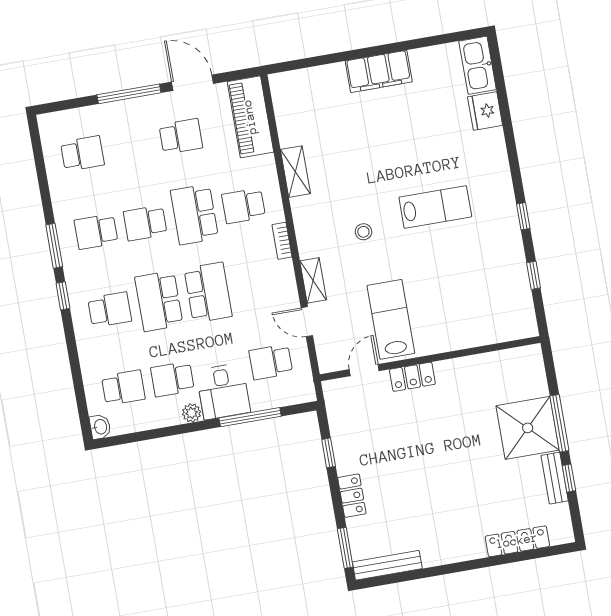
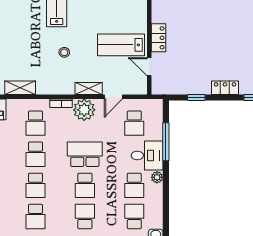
school desk: (194, 214) -> (35, 154), width x0.54
plant: (278, 279) -> (84, 110), added
school desk: (159, 301) -> (85, 185), width x0.54

